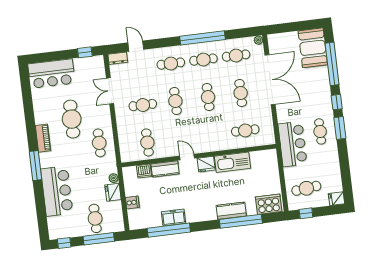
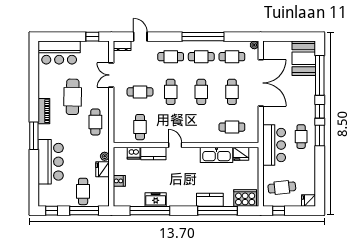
fridge: (206, 164) -> (241, 154), moved

